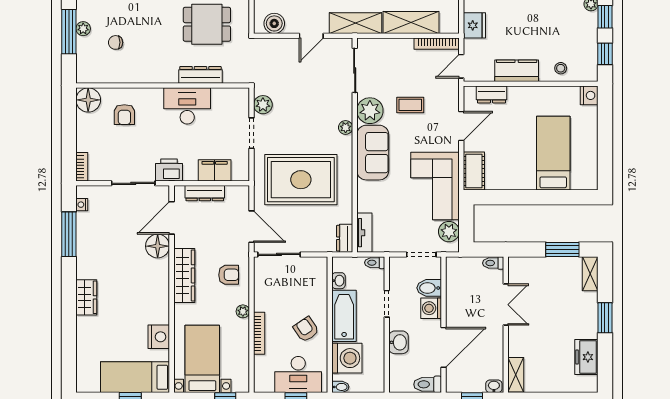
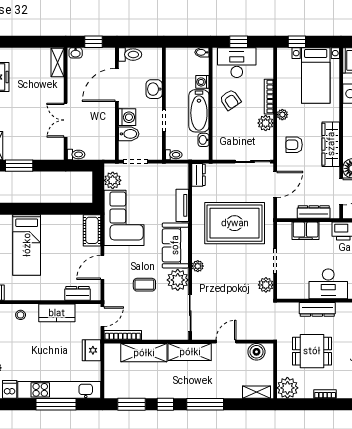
door: (252, 227) -> (275, 184), swing flipped
tv unit: (364, 233) -> (182, 205), moved
plant: (263, 301) -> (266, 123), added
washing machine: (347, 358) -> (202, 82), width x0.53, depth x0.53

